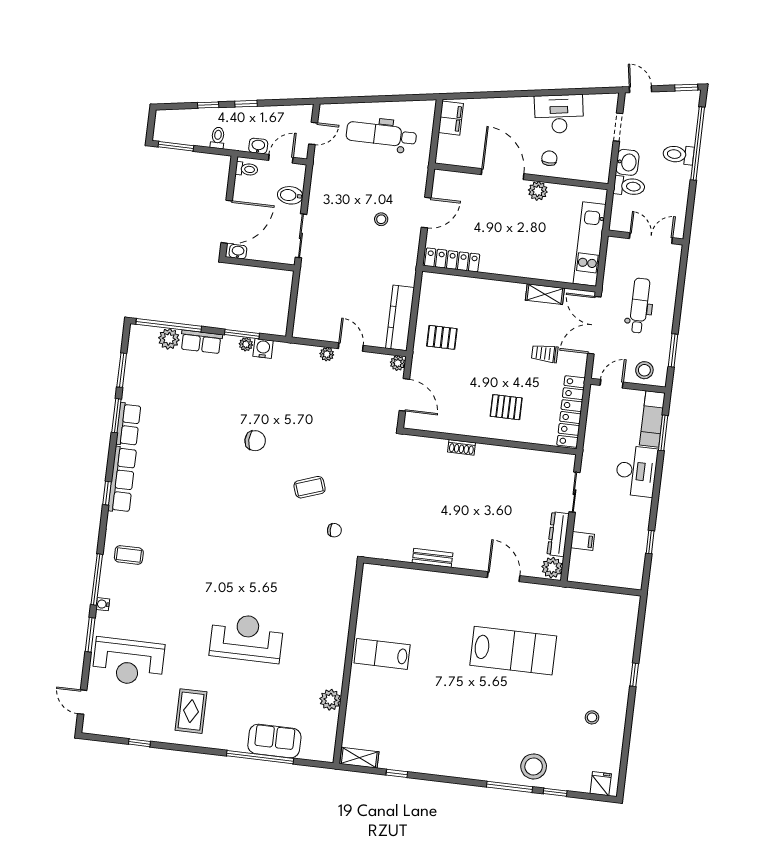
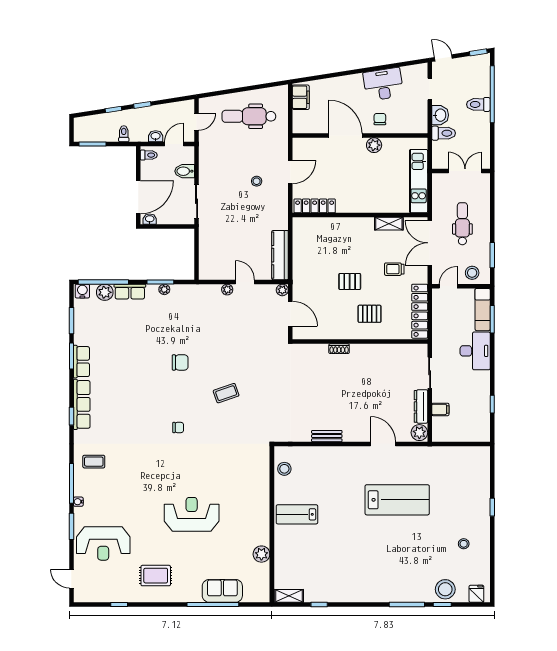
pallet: (442, 337) -> (350, 281), moved
water cooler: (263, 348) -> (82, 291), moved
chair: (334, 530) -> (178, 428), moved
stool: (373, 593) -> (284, 469), added
rug: (191, 711) -> (156, 576), turned 90
stool: (534, 766) -> (445, 589), moved

